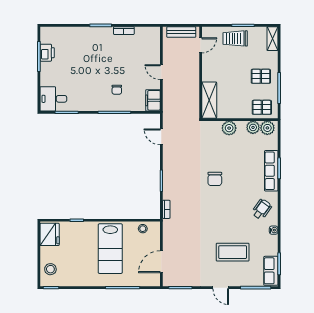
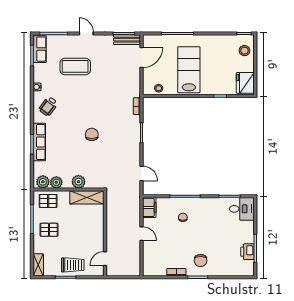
bench: (181, 32) -> (127, 40), moved
chair: (98, 43) -> (201, 261), added
shelving: (209, 100) -> (87, 197), moved, turned 90

